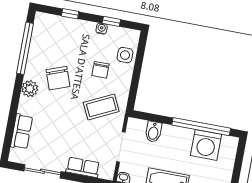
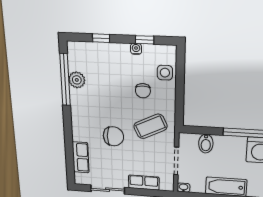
chair: (58, 78) -> (113, 136), moved, turned -70
plant: (30, 89) -> (77, 80), moved

